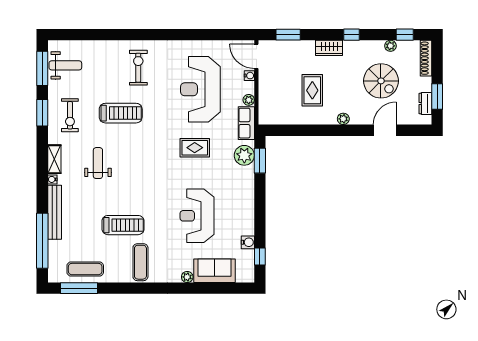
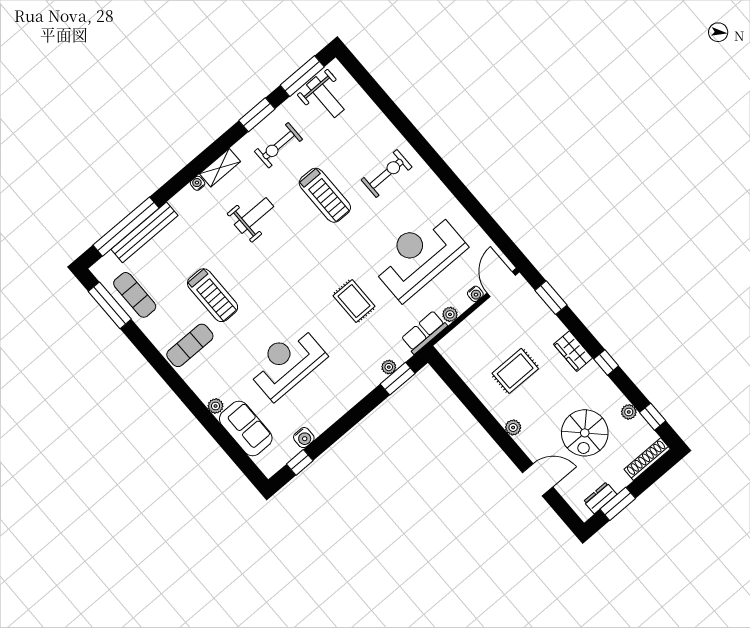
plant: (244, 155) -> (389, 367), width x0.53, depth x0.53
bench: (55, 212) -> (145, 232), moved

